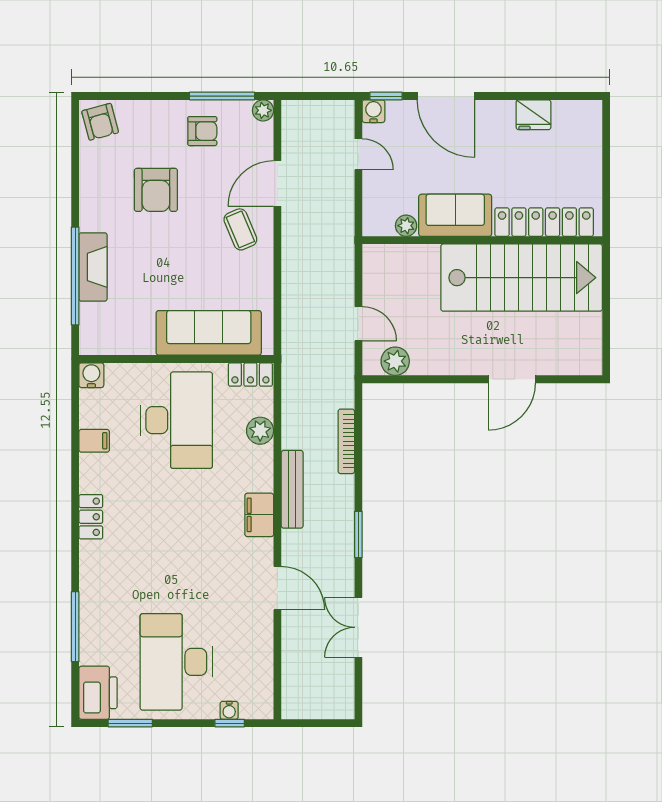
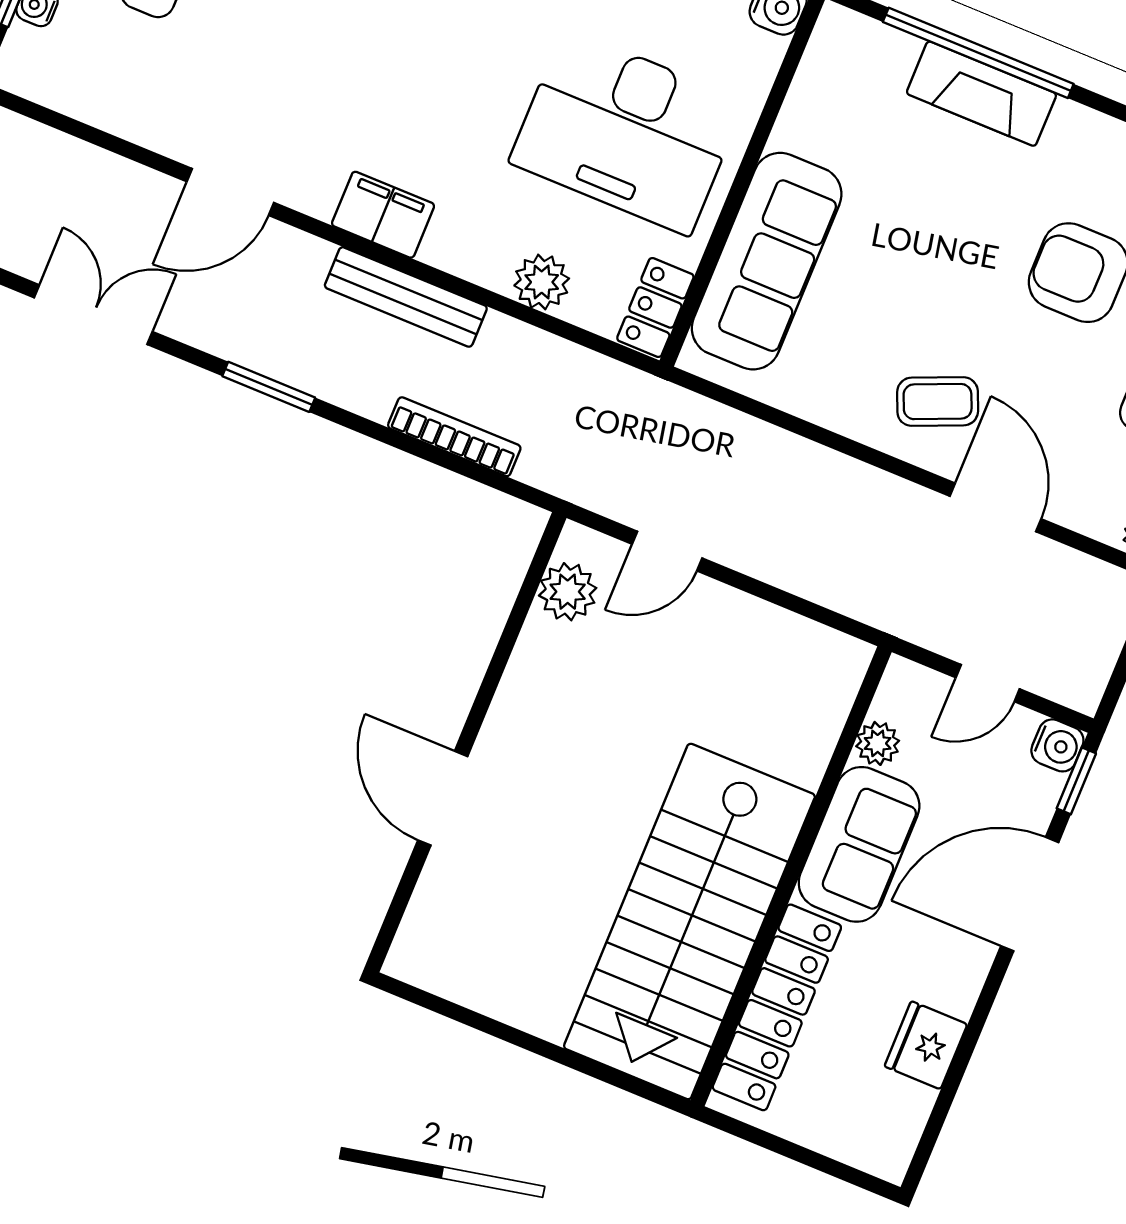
sofa: (455, 215) -> (859, 844), moved
locker: (544, 222) -> (777, 1007), moved
plant: (406, 226) -> (878, 743), moved
wall: (482, 240) -> (791, 876), moved
stairs: (522, 278) -> (689, 921), moved

